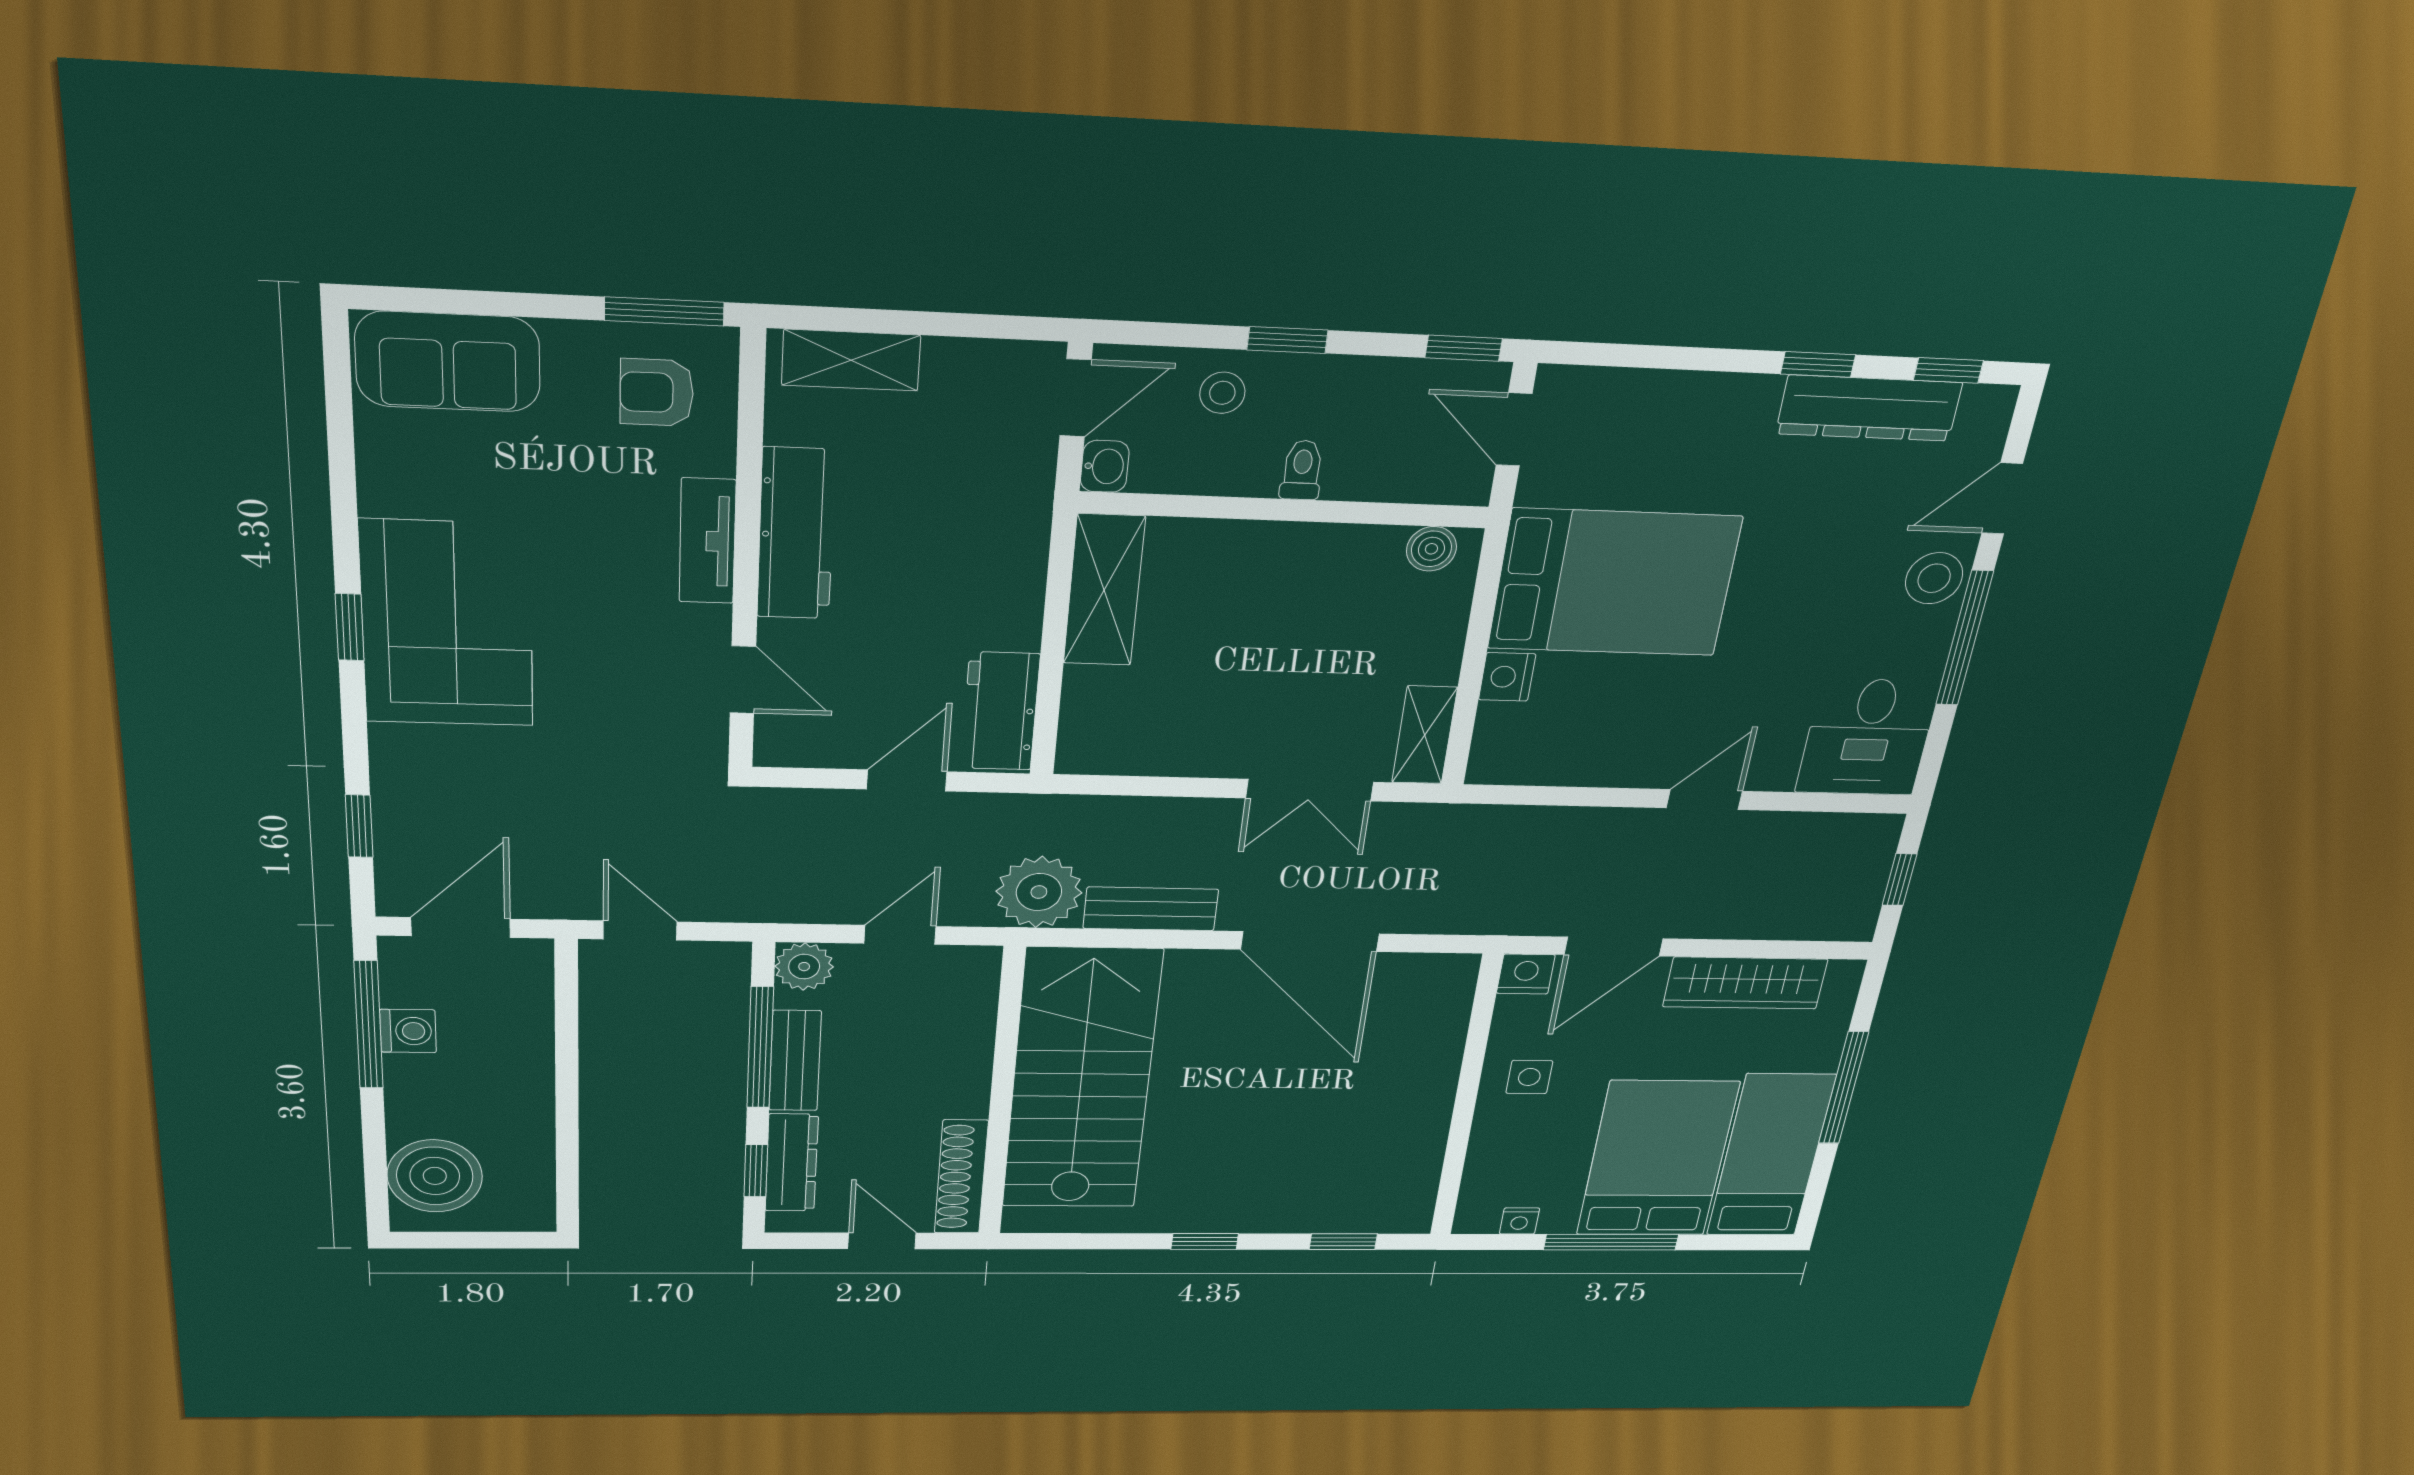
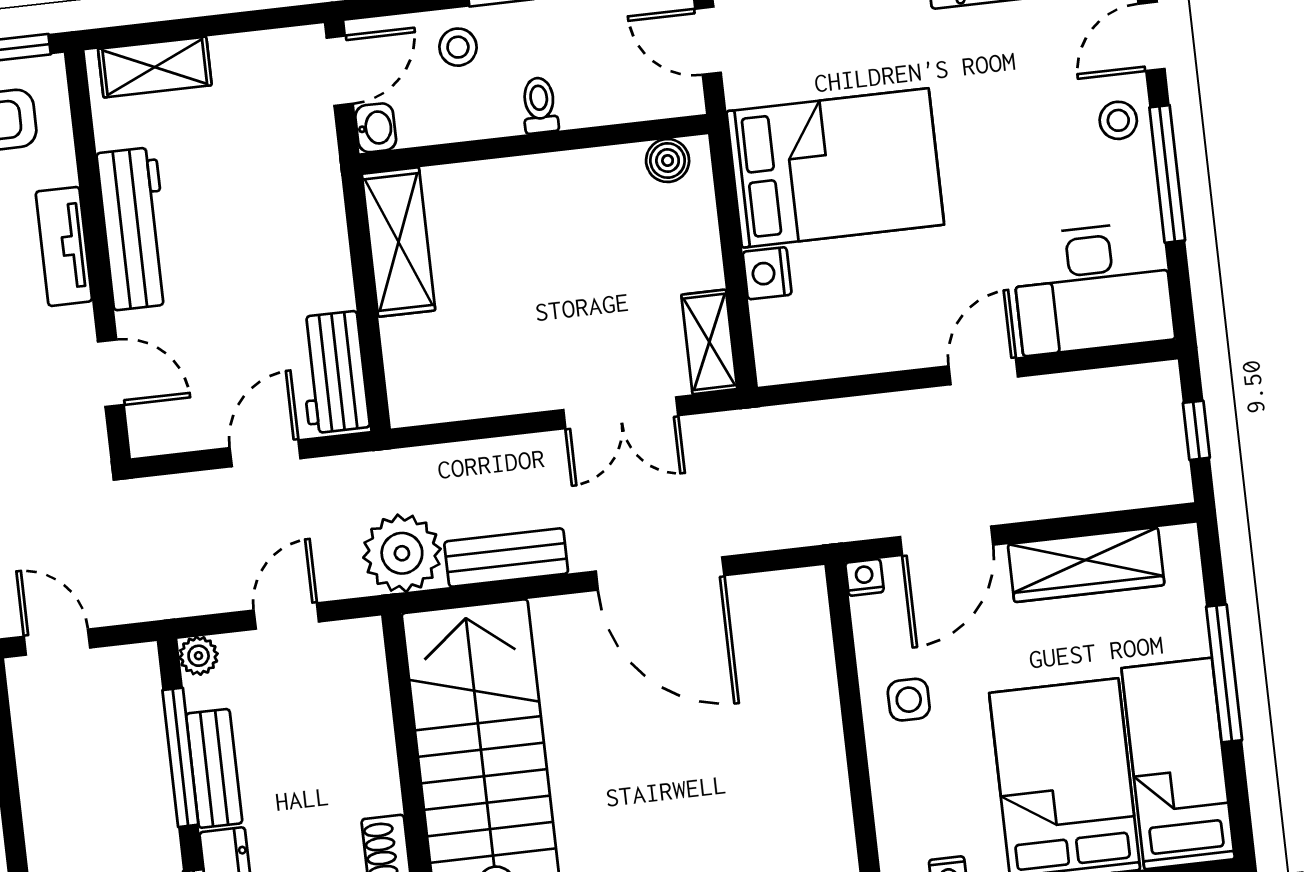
stool: (1934, 578) -> (1118, 120), width x0.73, depth x0.73
desk: (1868, 737) -> (1093, 288), width x1.37
plant: (804, 967) -> (199, 656), width x0.73, depth x0.73
nightstand: (1526, 974) -> (864, 577), width x0.72, depth x0.74

